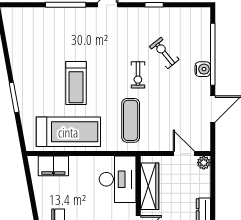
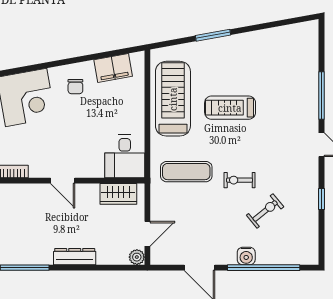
treadmill: (68, 132) -> (173, 99), turned 180
filing cabinet: (53, 166) -> (113, 68), moved, turned -100
desk: (118, 179) -> (125, 156), width x0.73
wardrobe: (150, 186) -> (118, 194), width x0.67

